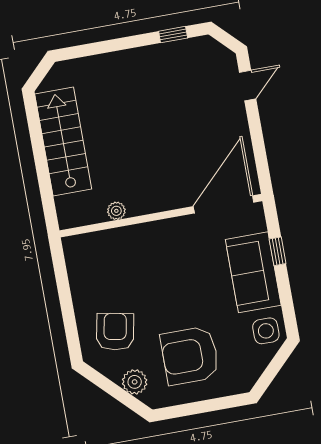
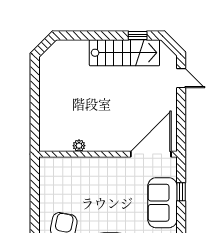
door: (248, 85) -> (181, 78), hinge flipped
stairs: (63, 141) -> (124, 53), moved, turned 90

